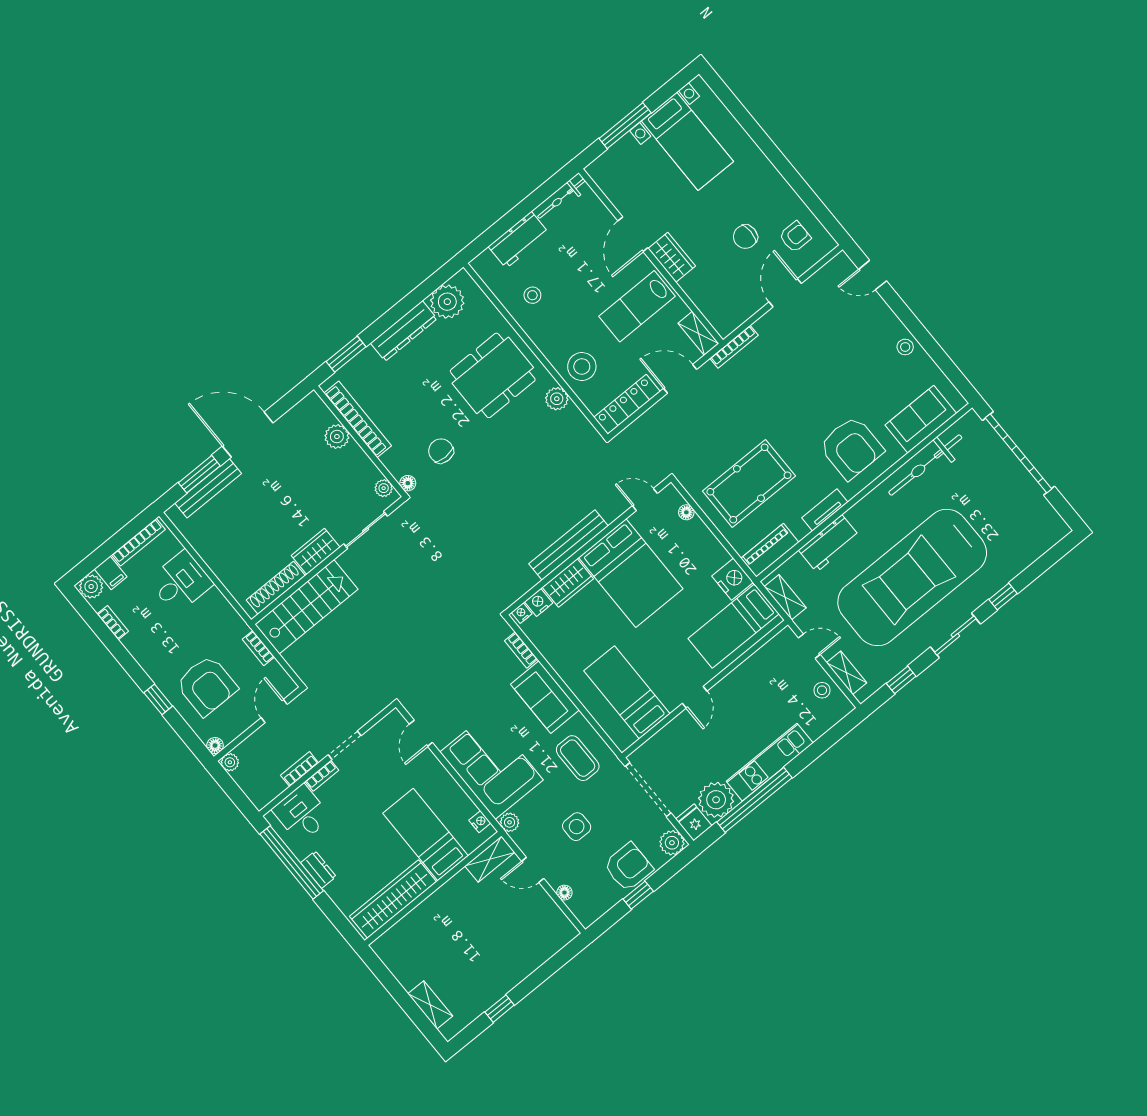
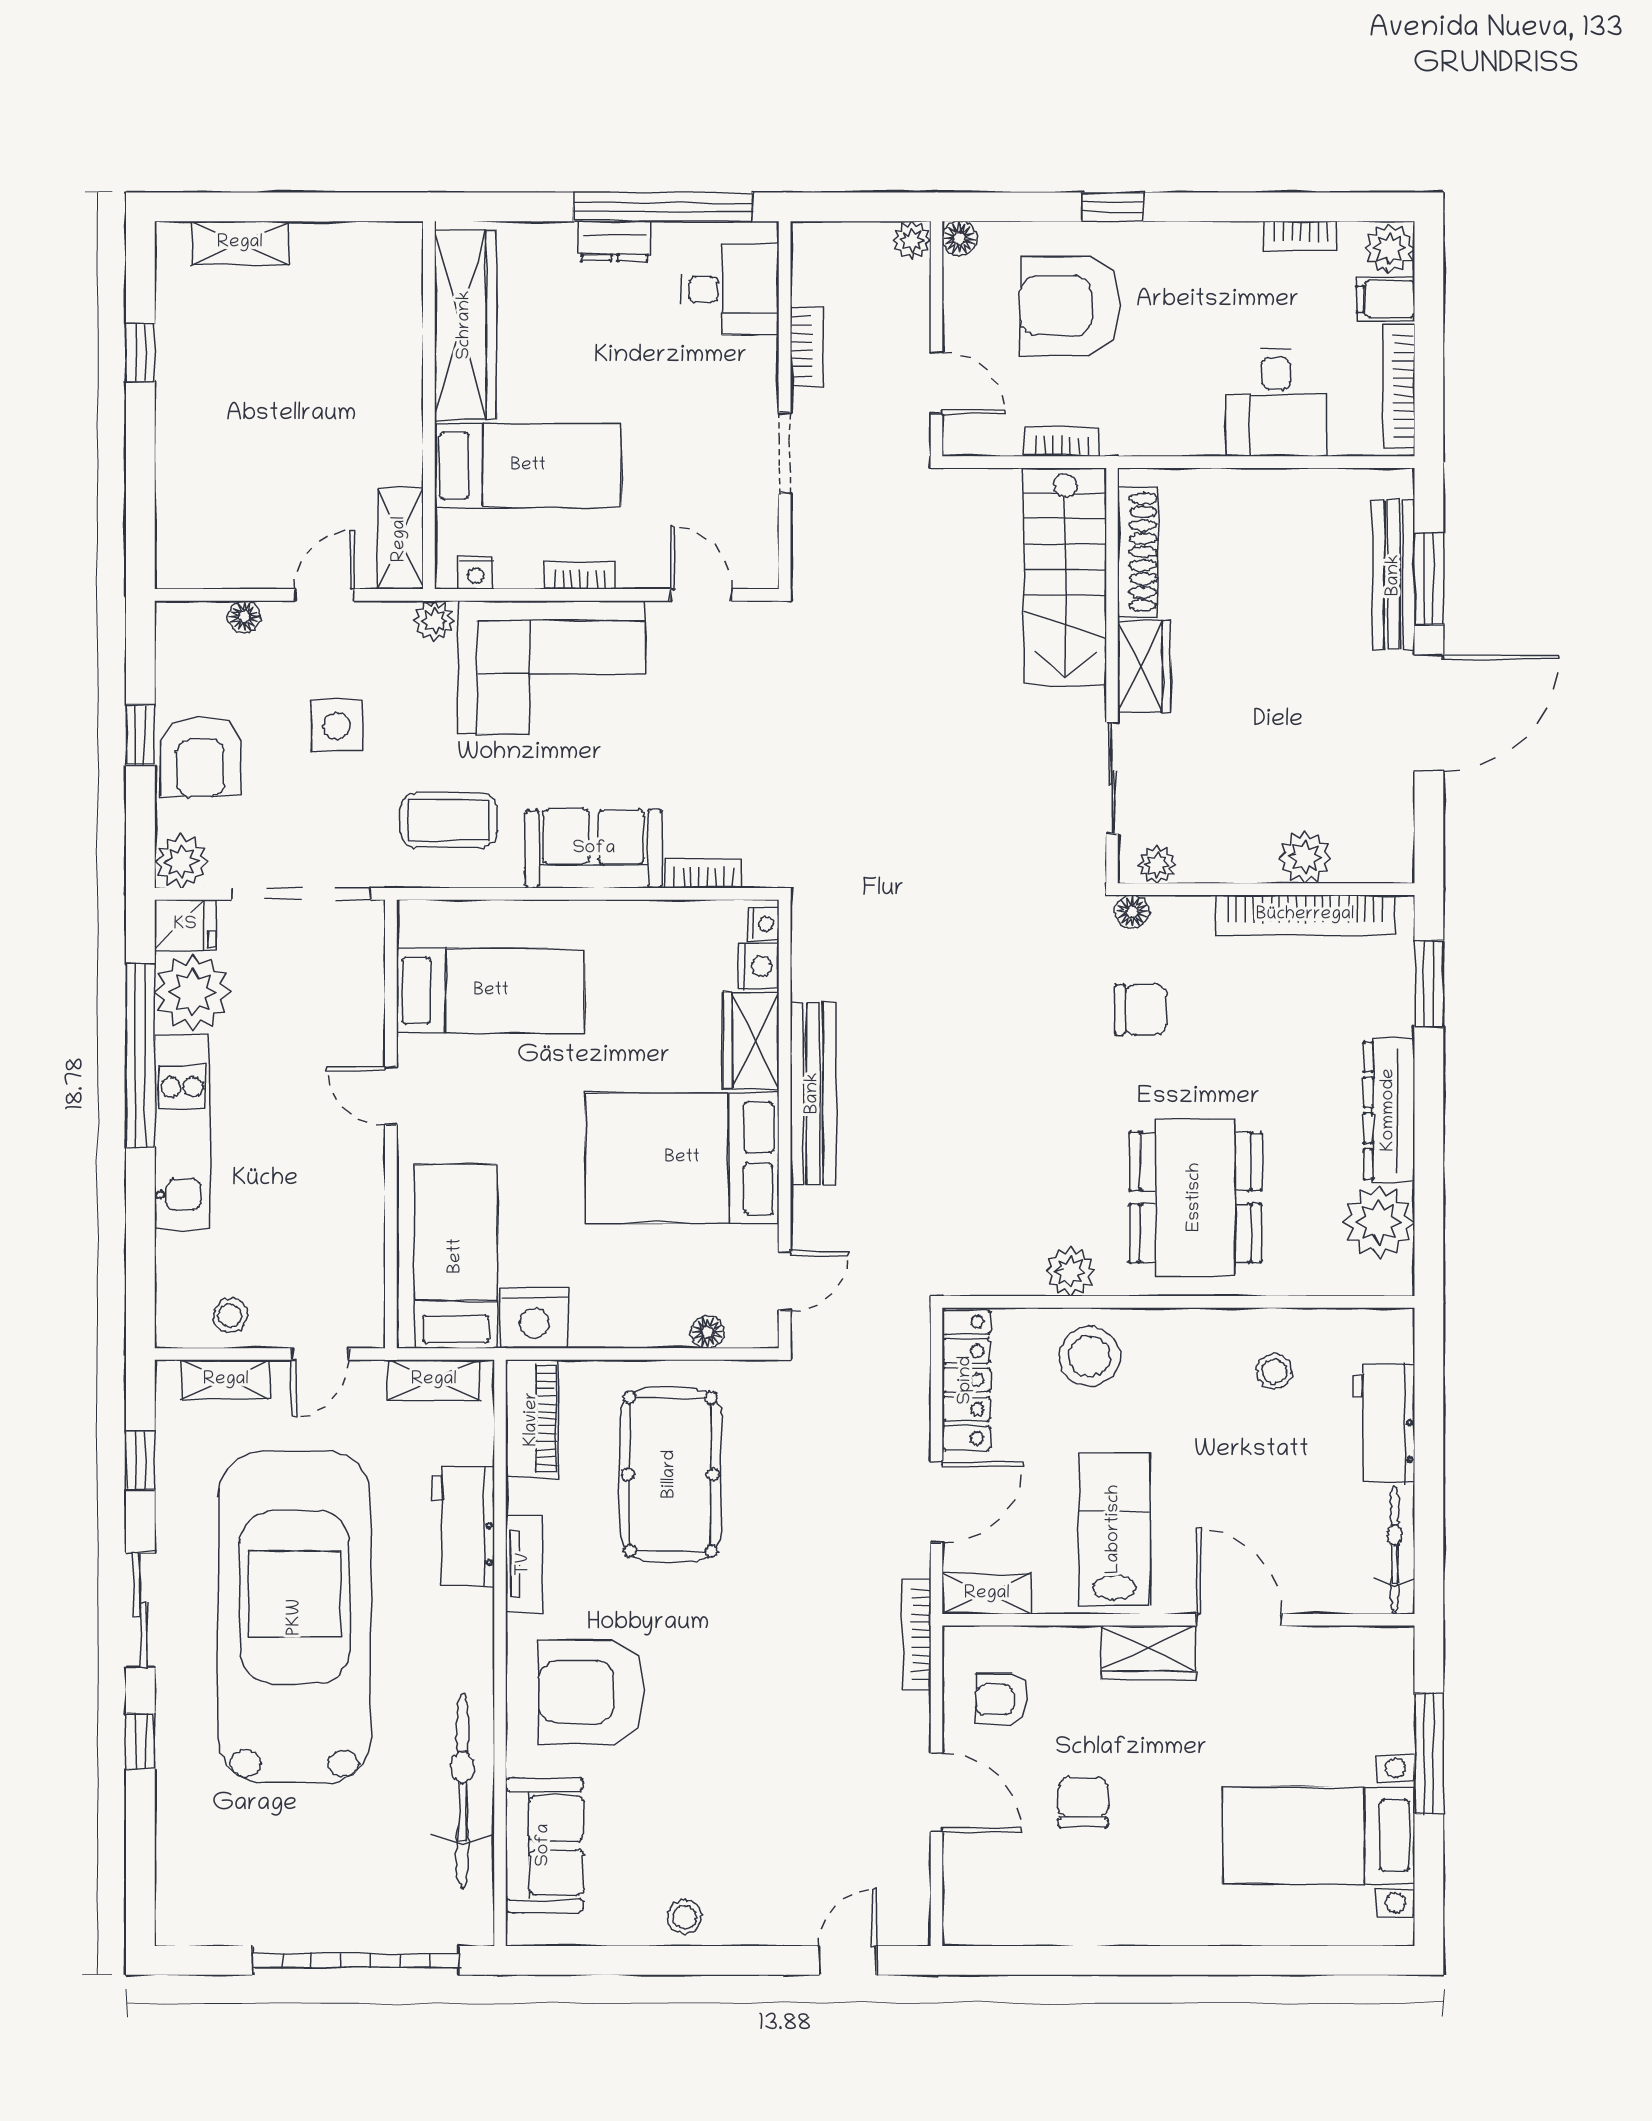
armchair: (795, 237) -> (1002, 1700), moved, turned 90
bookcase: (322, 776) -> (580, 575), moved, turned 90

